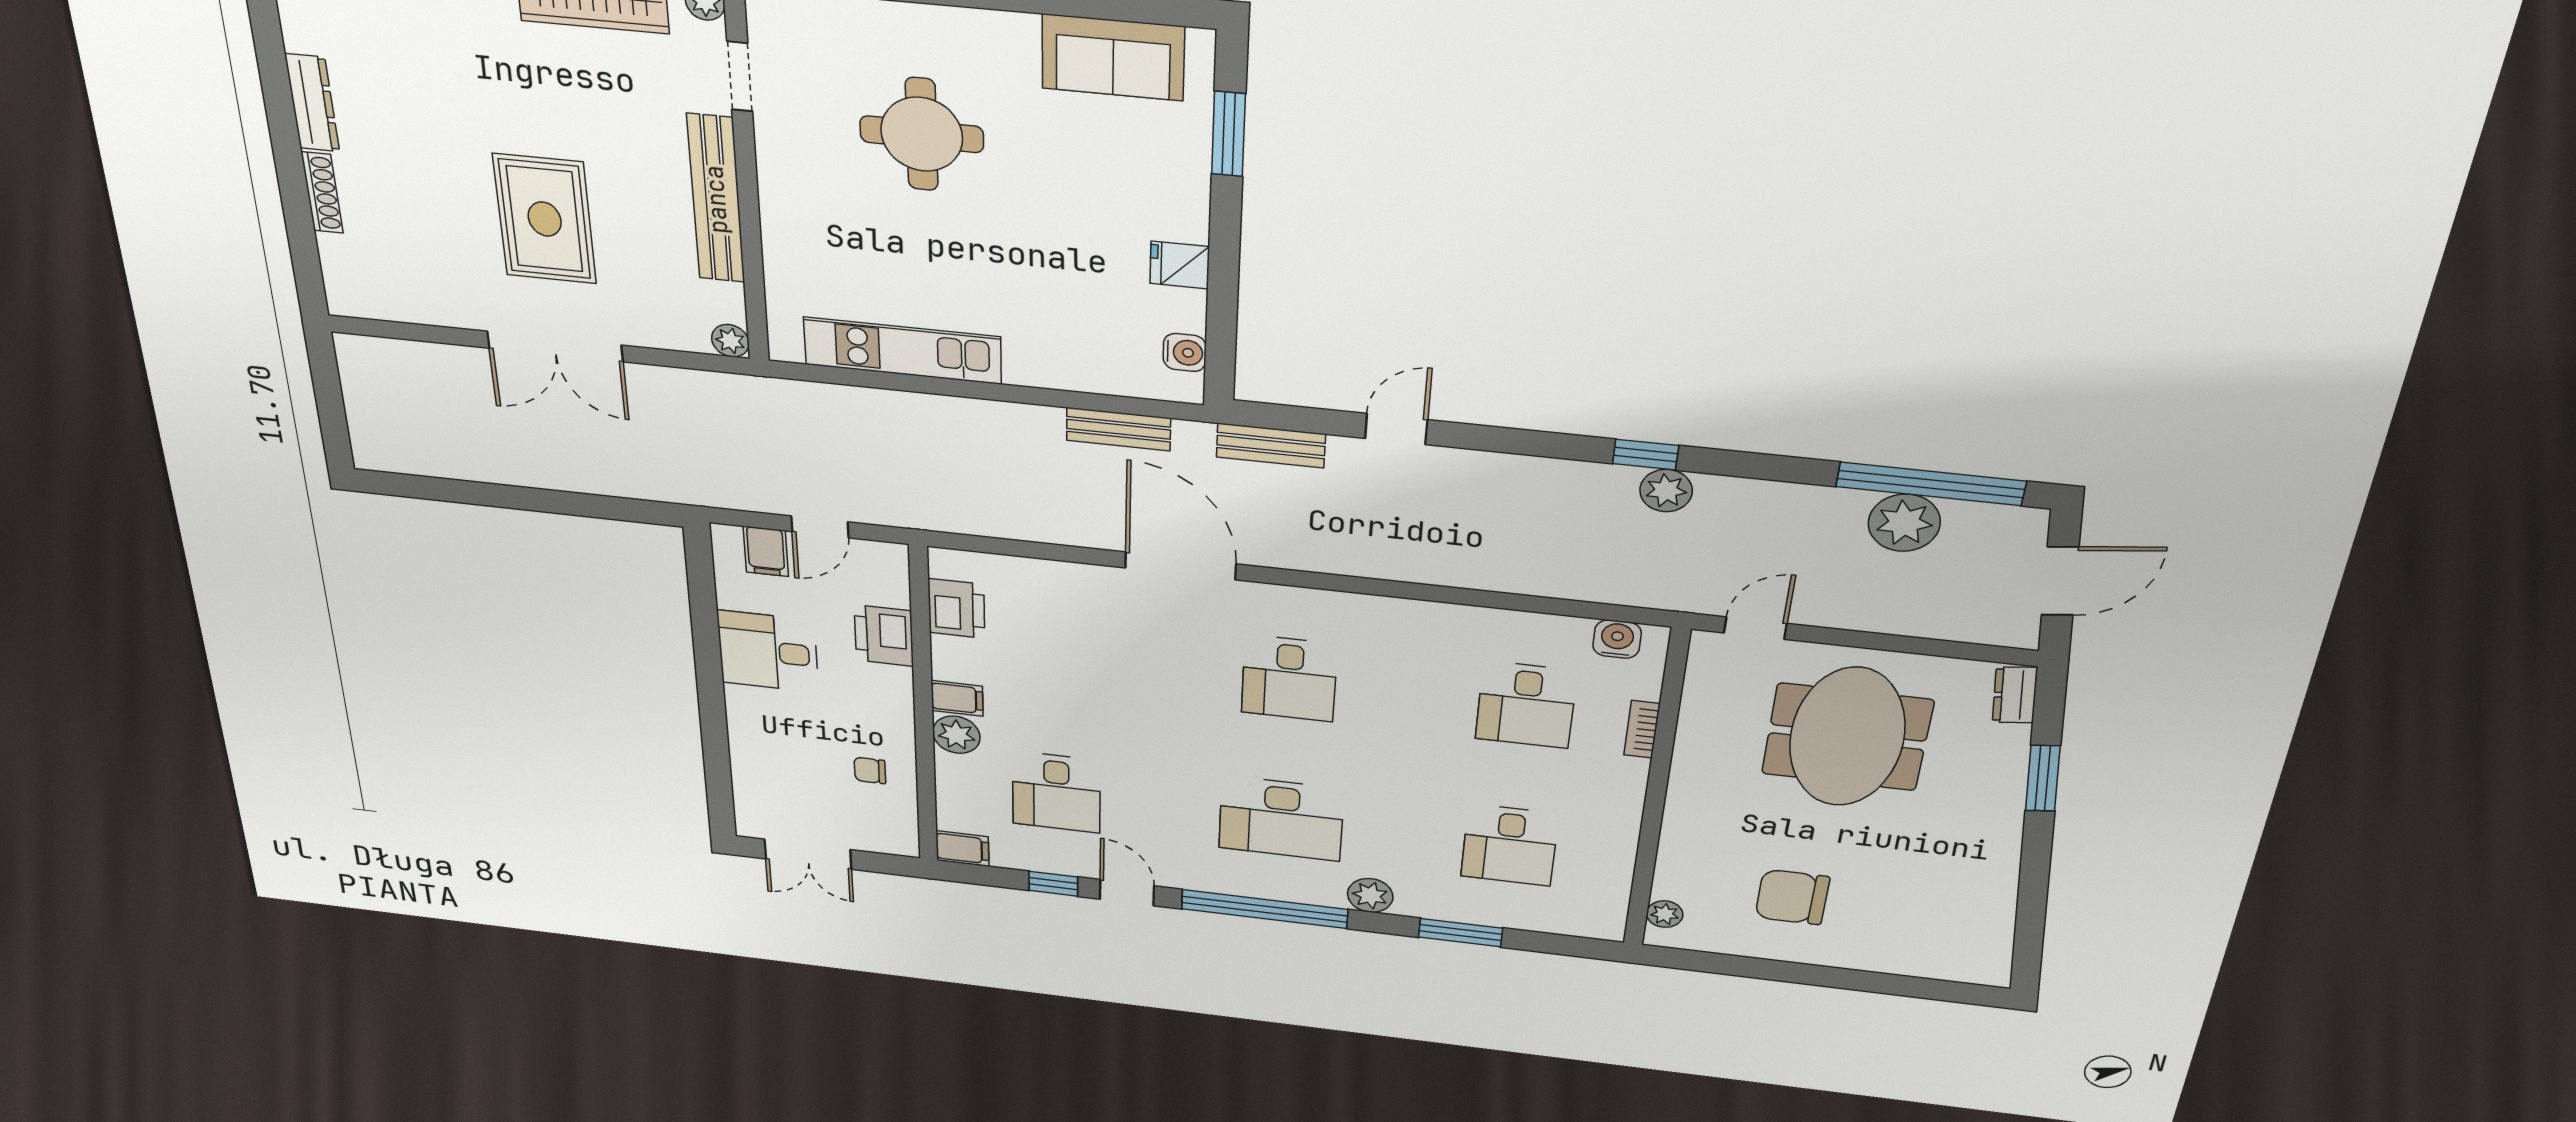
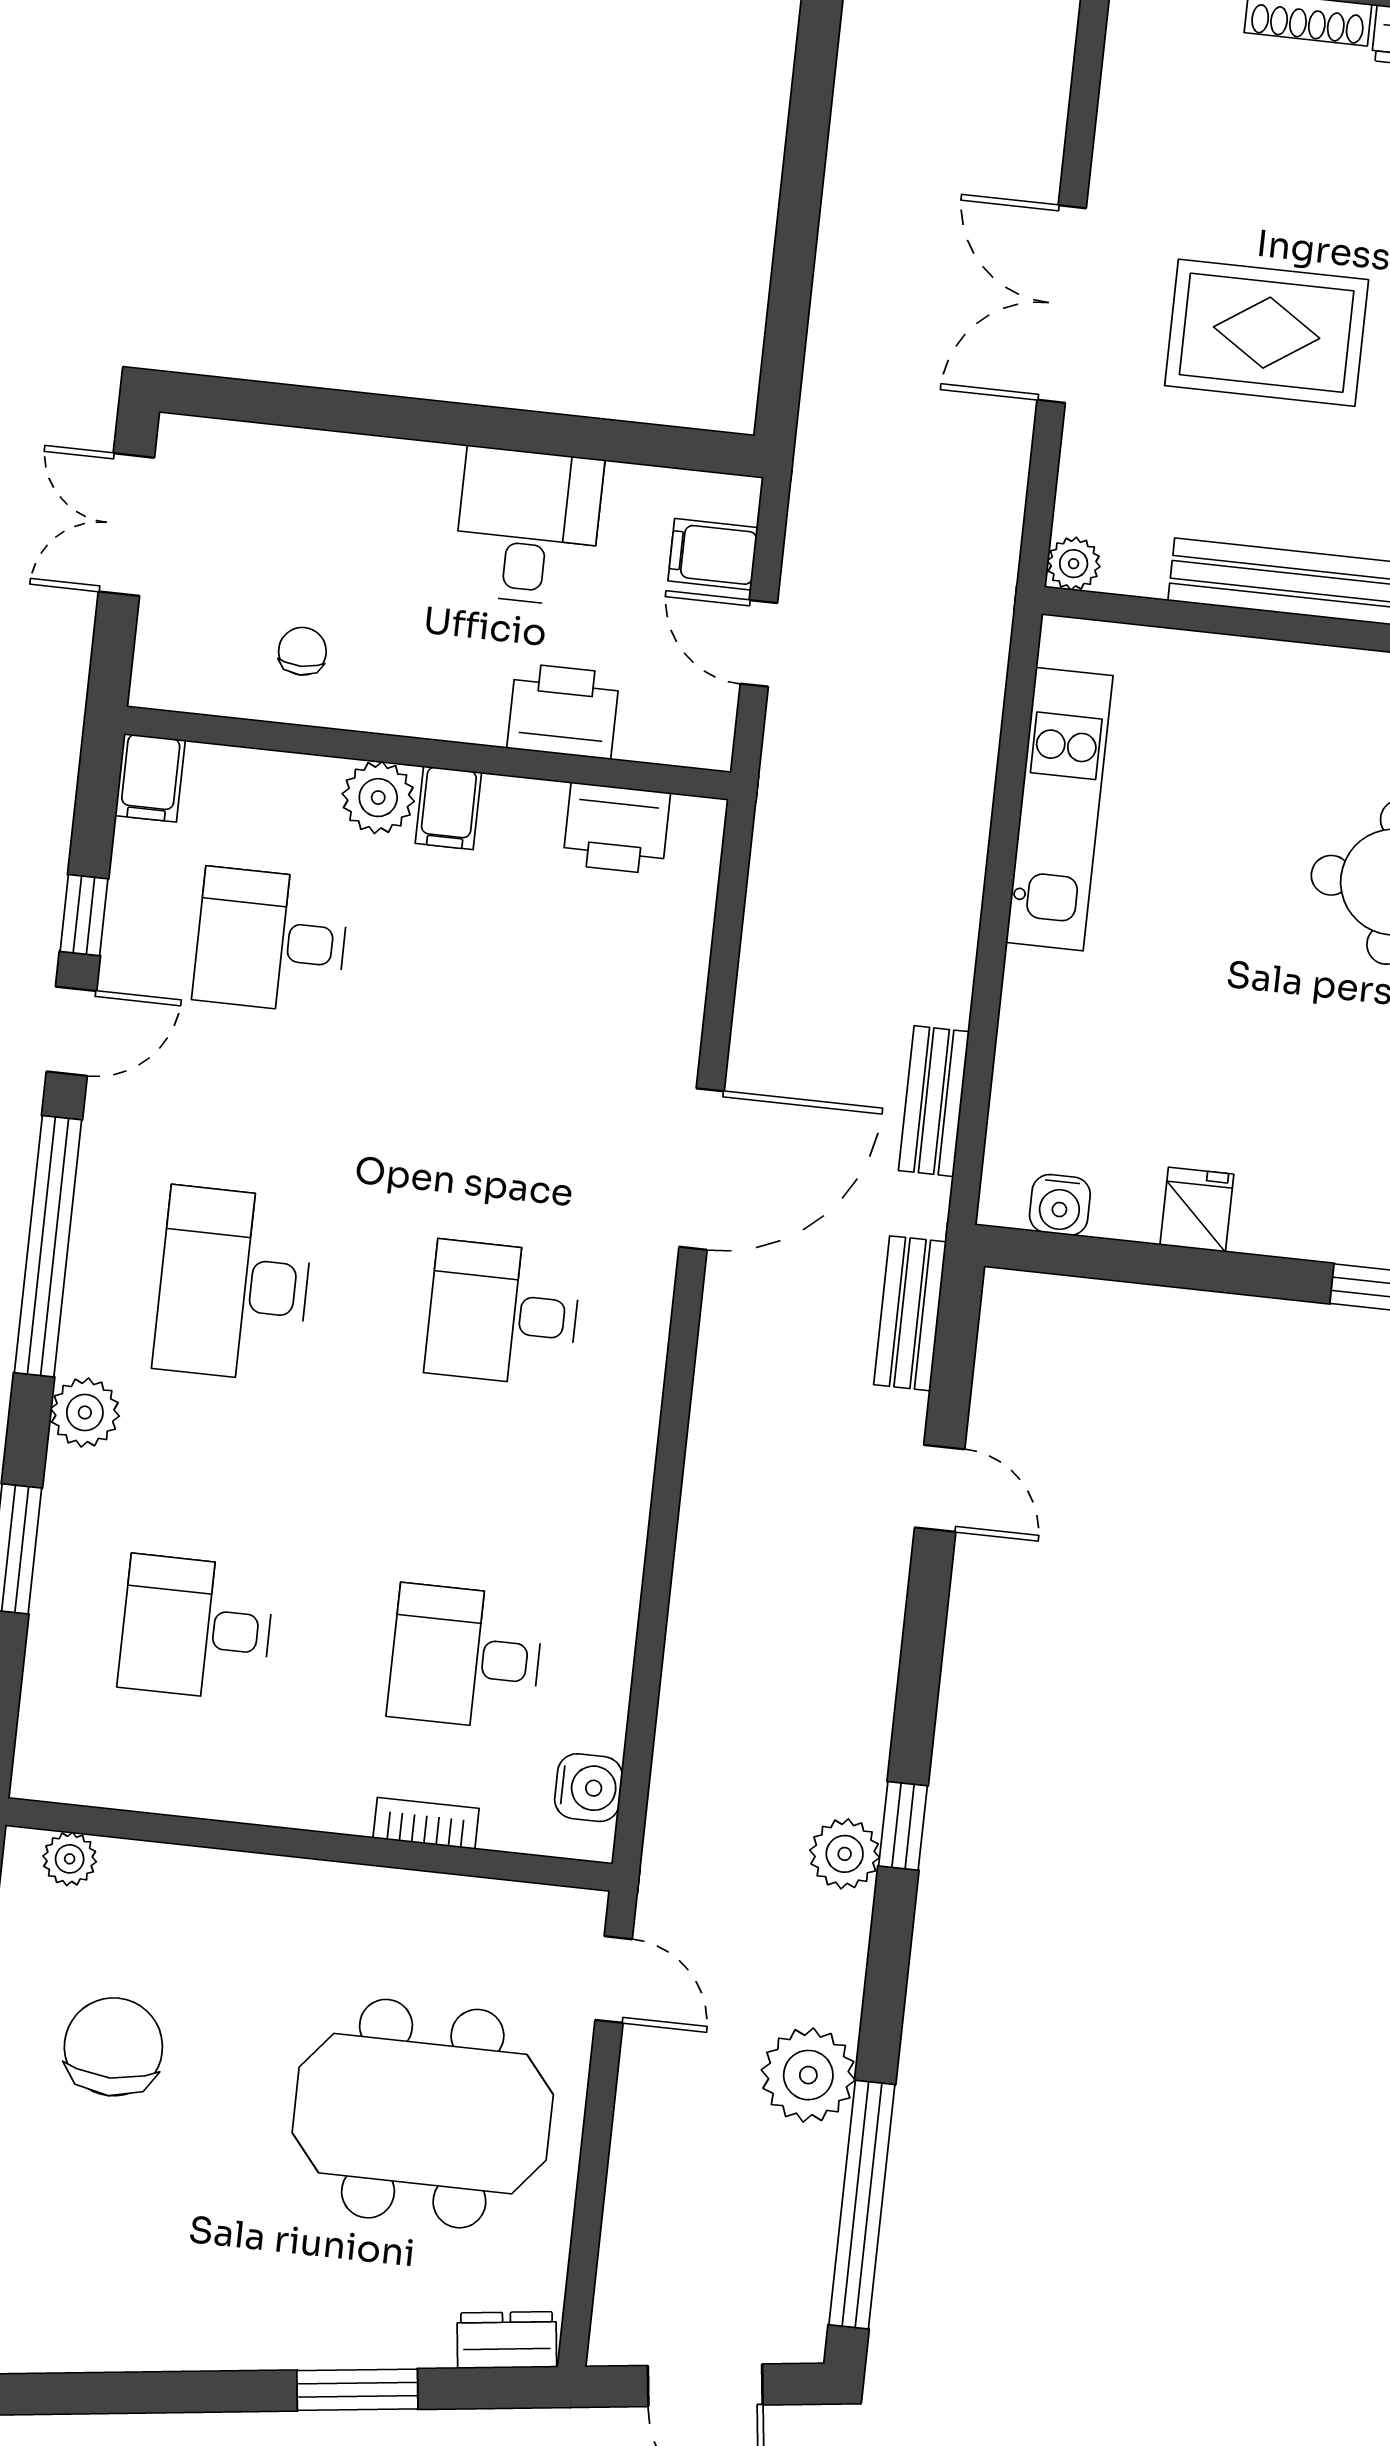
plant: (1904, 523) -> (808, 2075), moved

